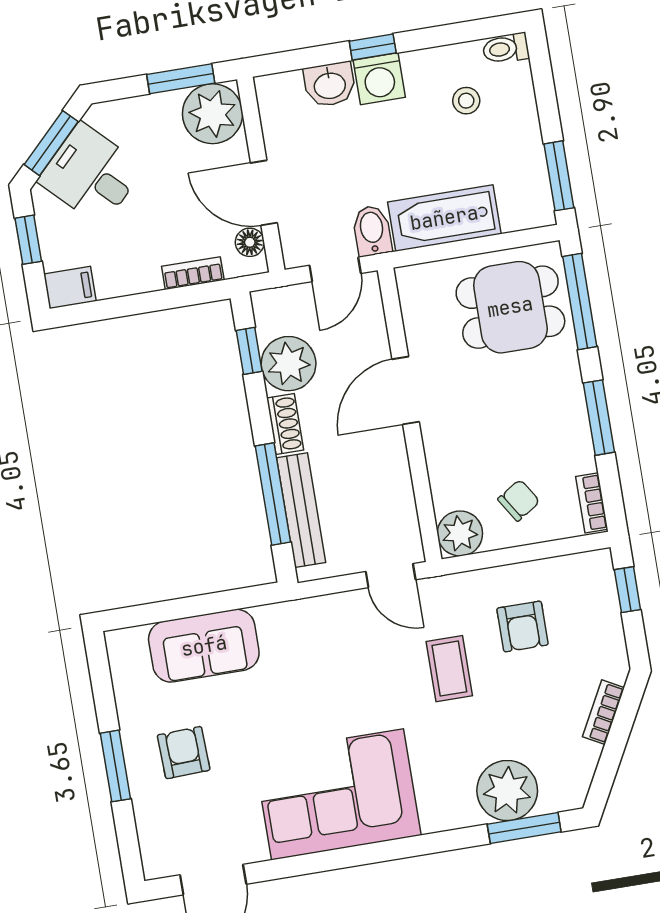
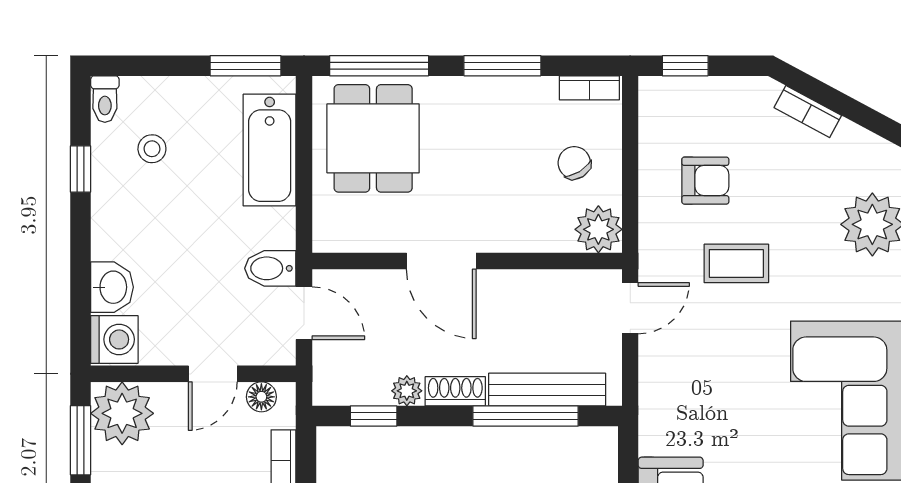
window: (373, 47) -> (81, 169), moved
washing machine: (379, 79) -> (114, 339), moved
door: (264, 193) -> (213, 374), width x0.73
bathtub: (444, 218) -> (270, 150), moved
plant: (289, 364) -> (407, 391), width x0.53, depth x0.53

